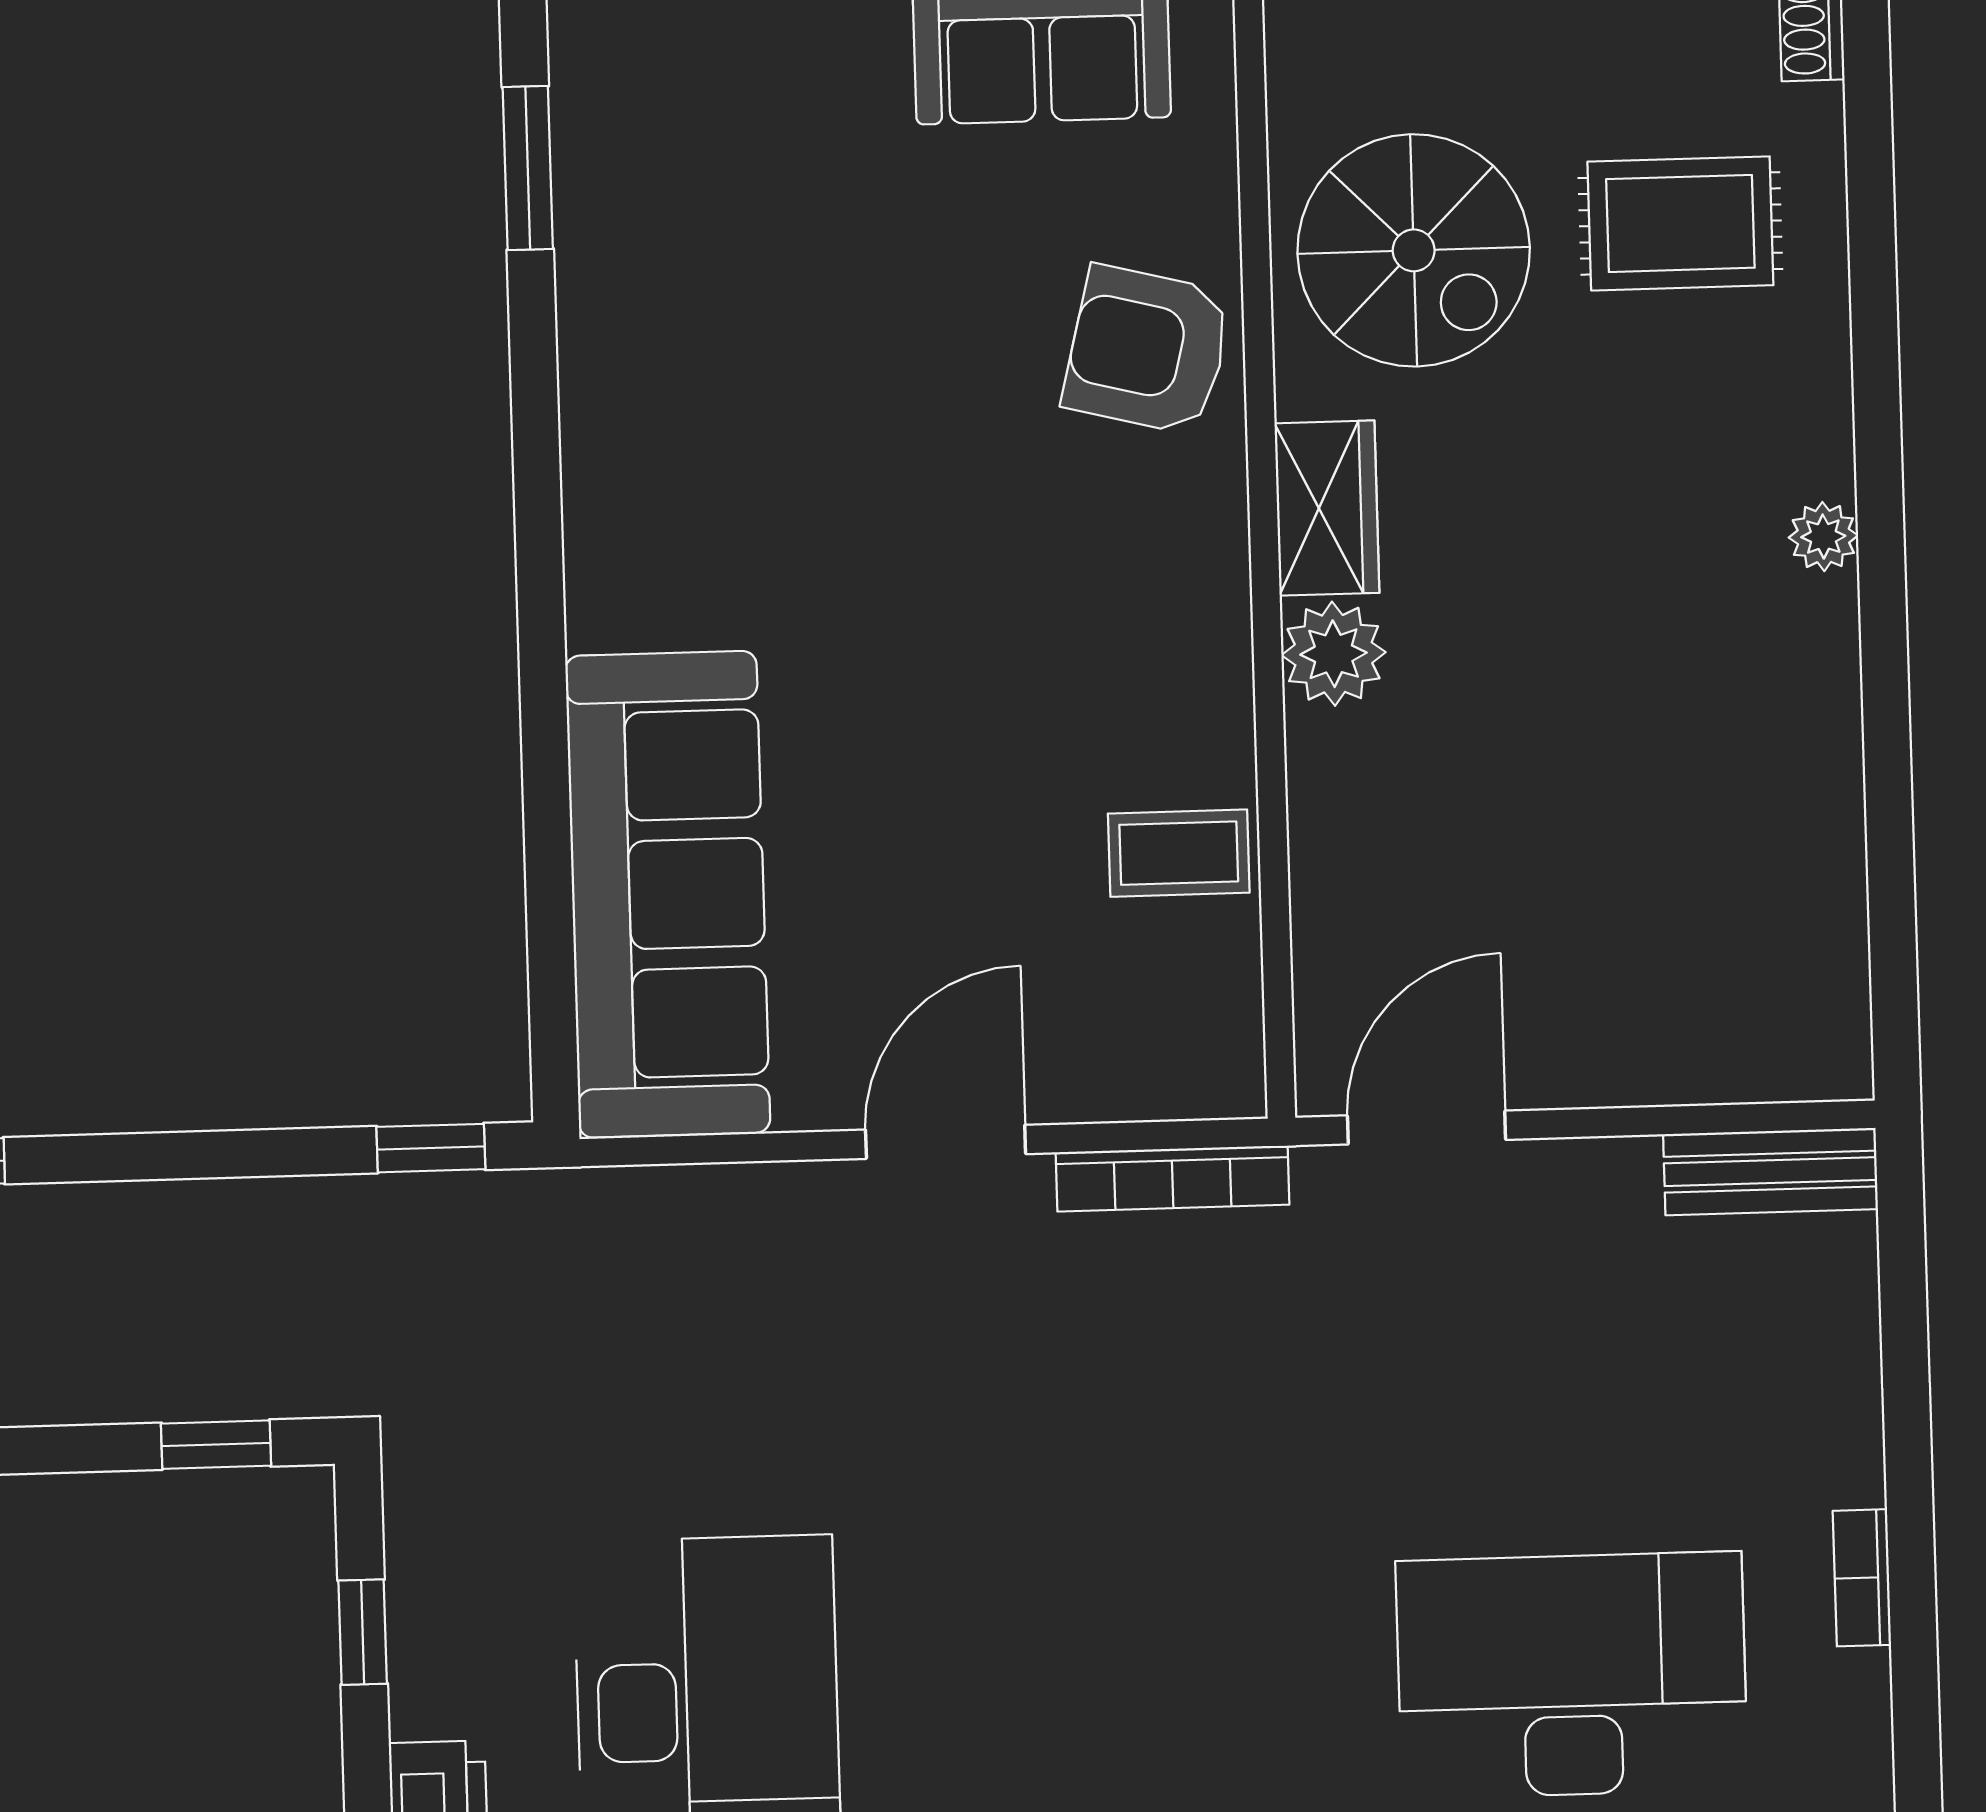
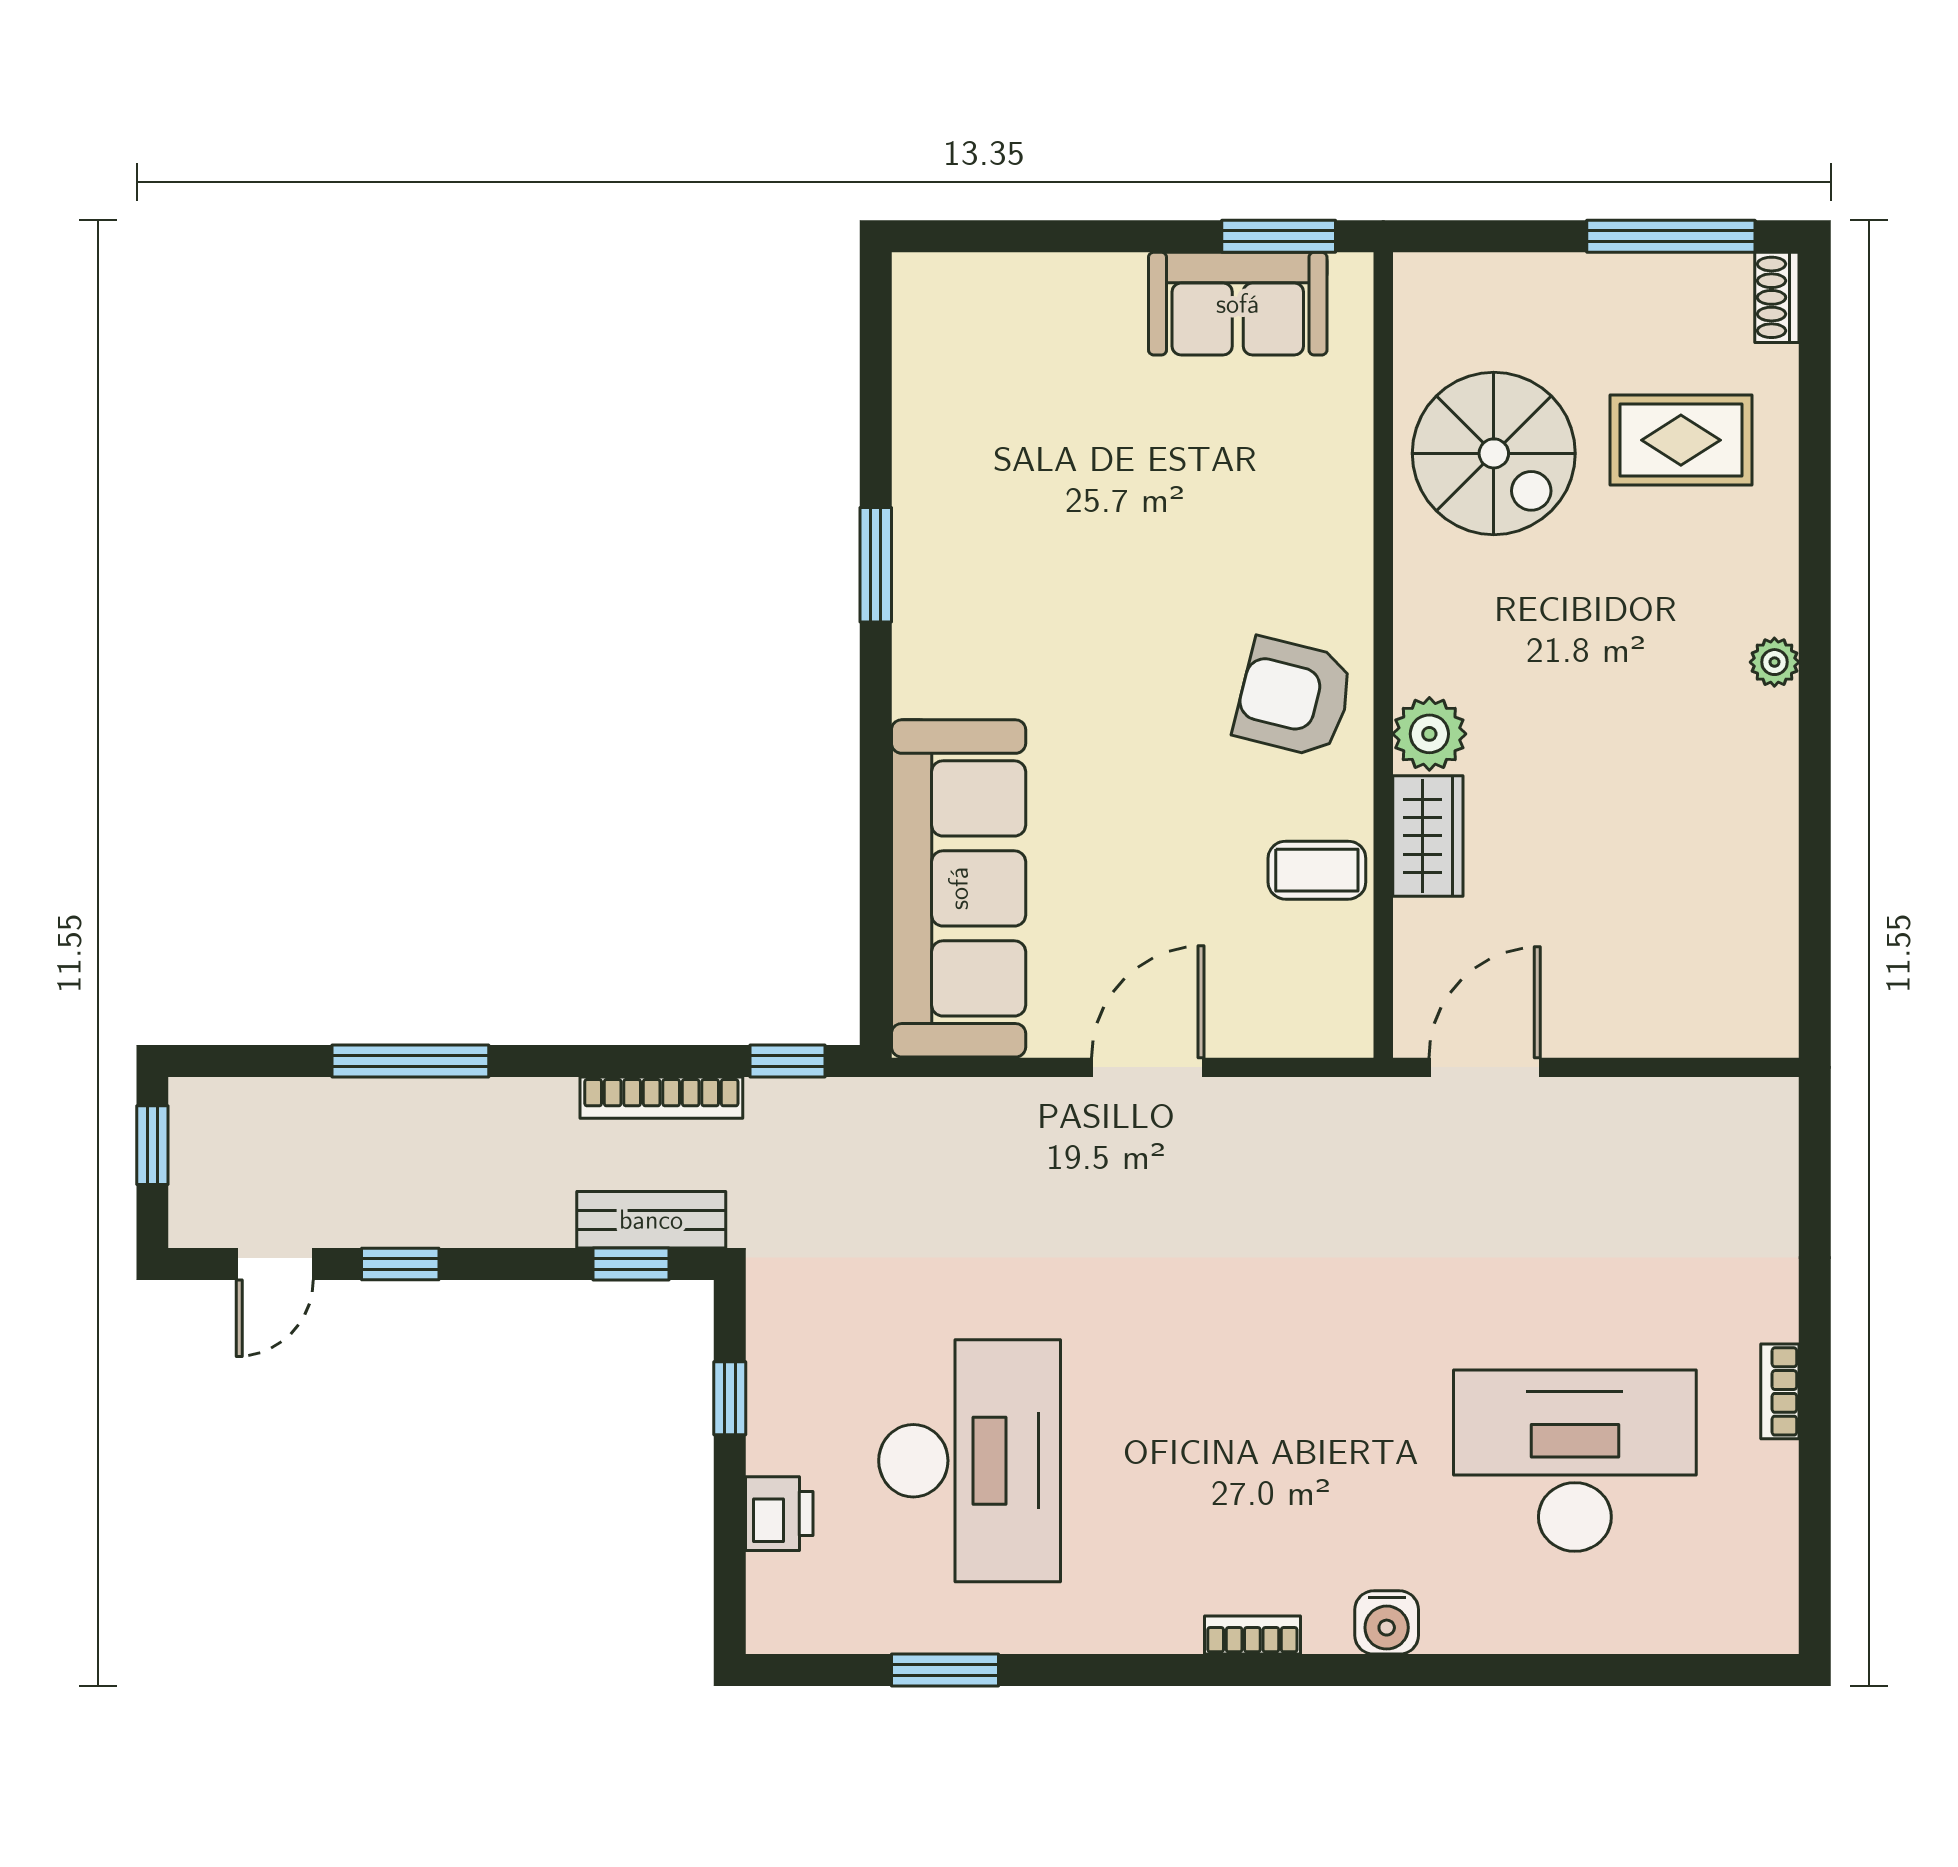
window: (528, 168) -> (876, 565), moved
armchair: (1148, 350) -> (1294, 697), moved
wardrobe: (1327, 508) -> (1428, 836), moved
bench: (1771, 1172) -> (651, 1220), moved
bookcase: (1172, 1178) -> (661, 1098), moved

